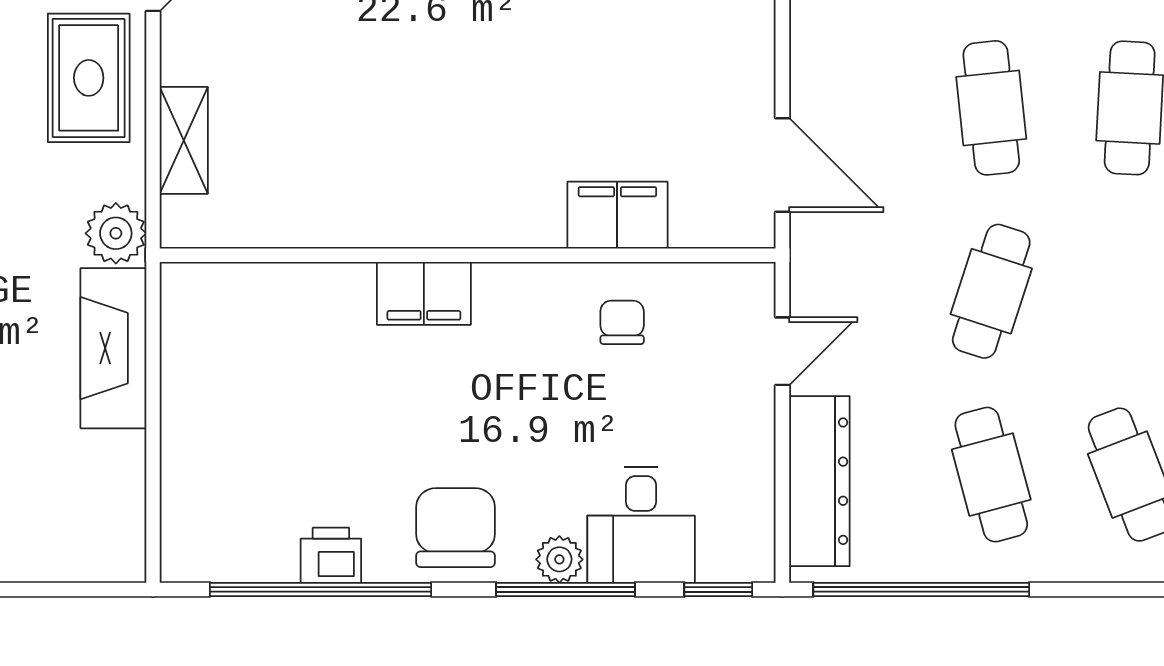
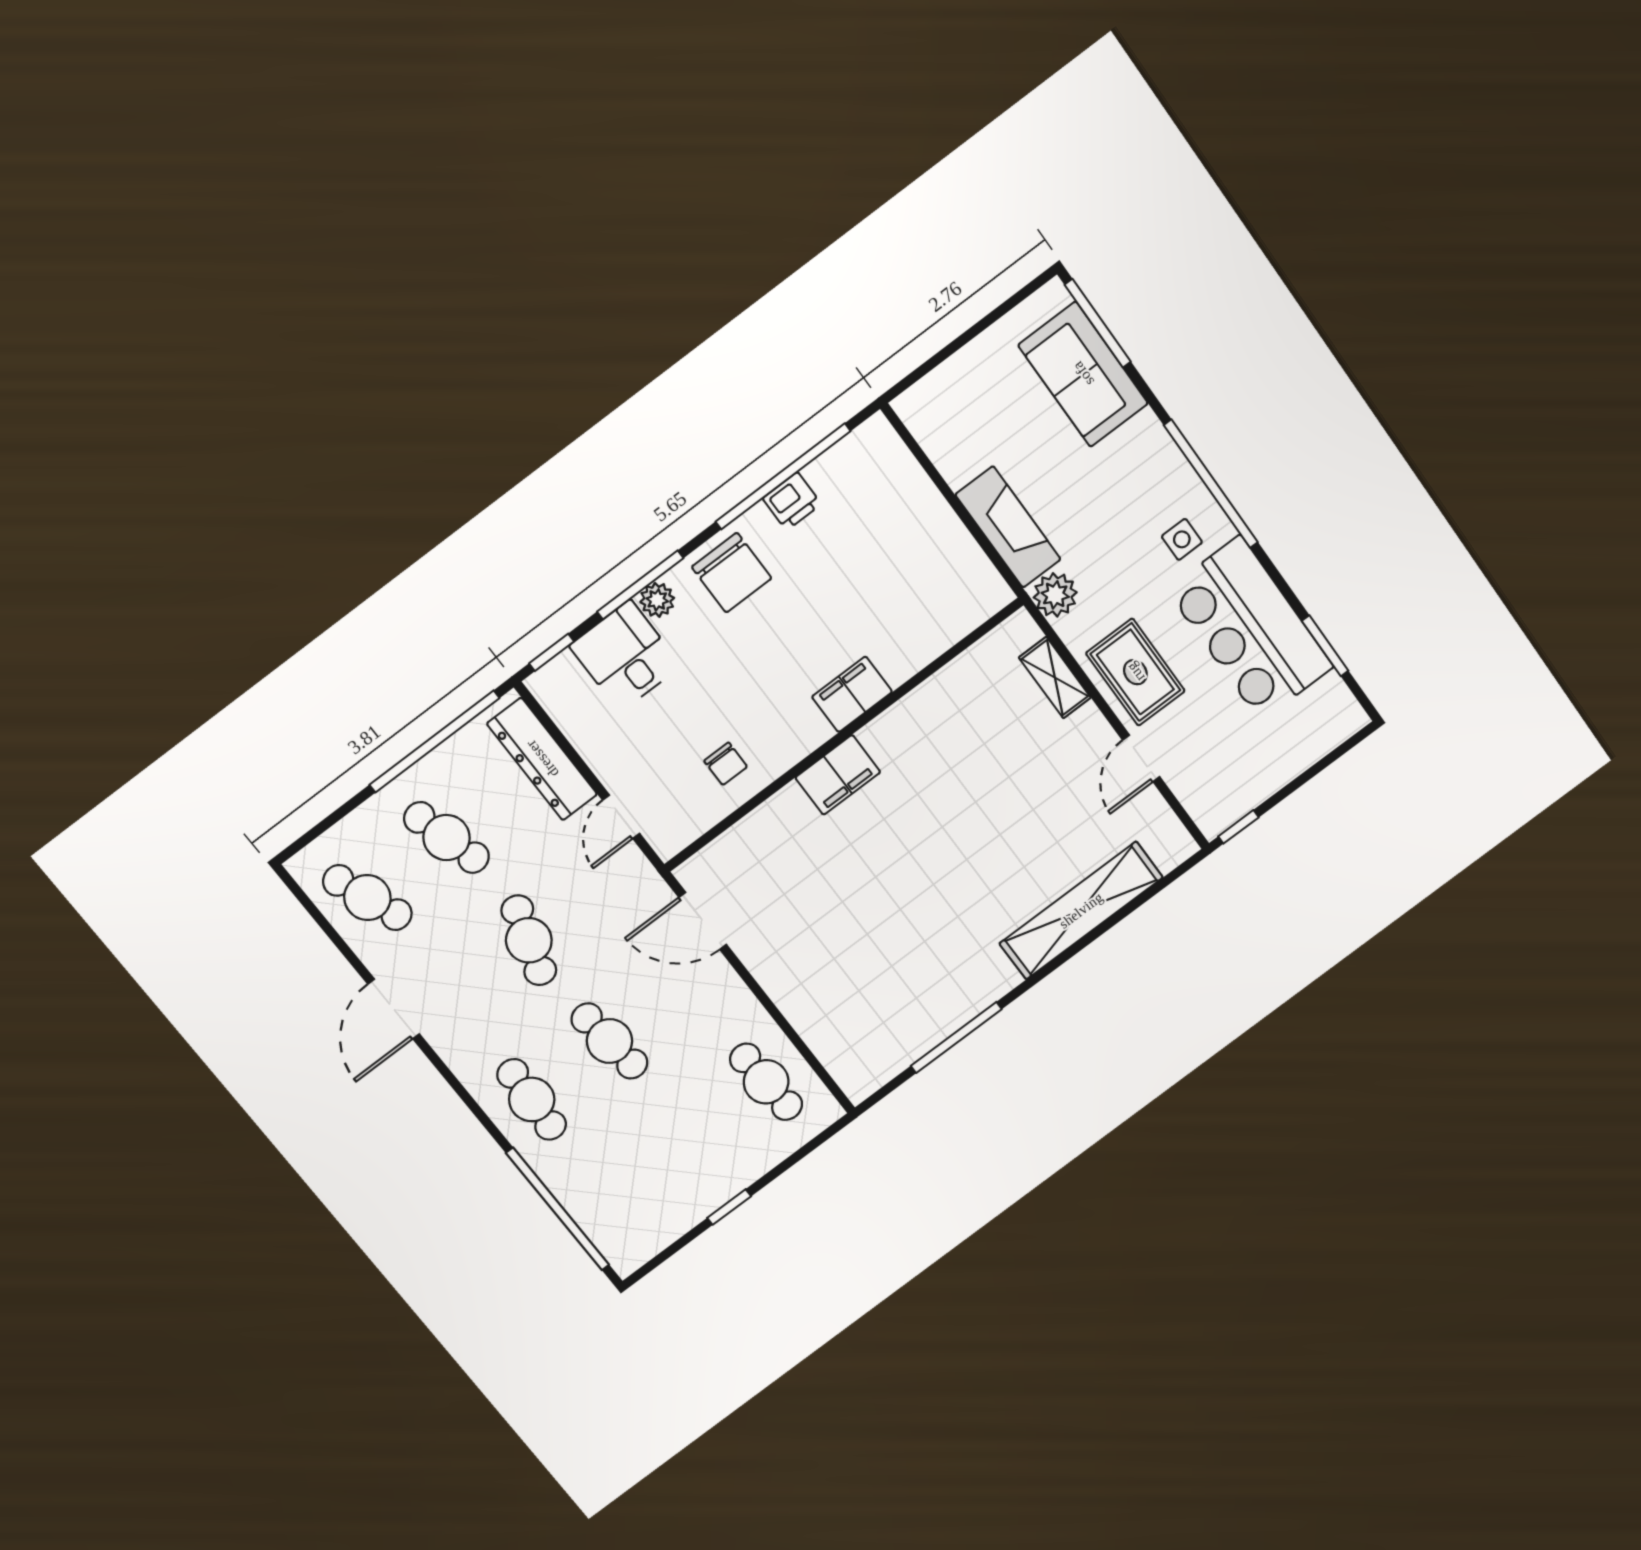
filing cabinet: (617, 215) -> (838, 775), moved

